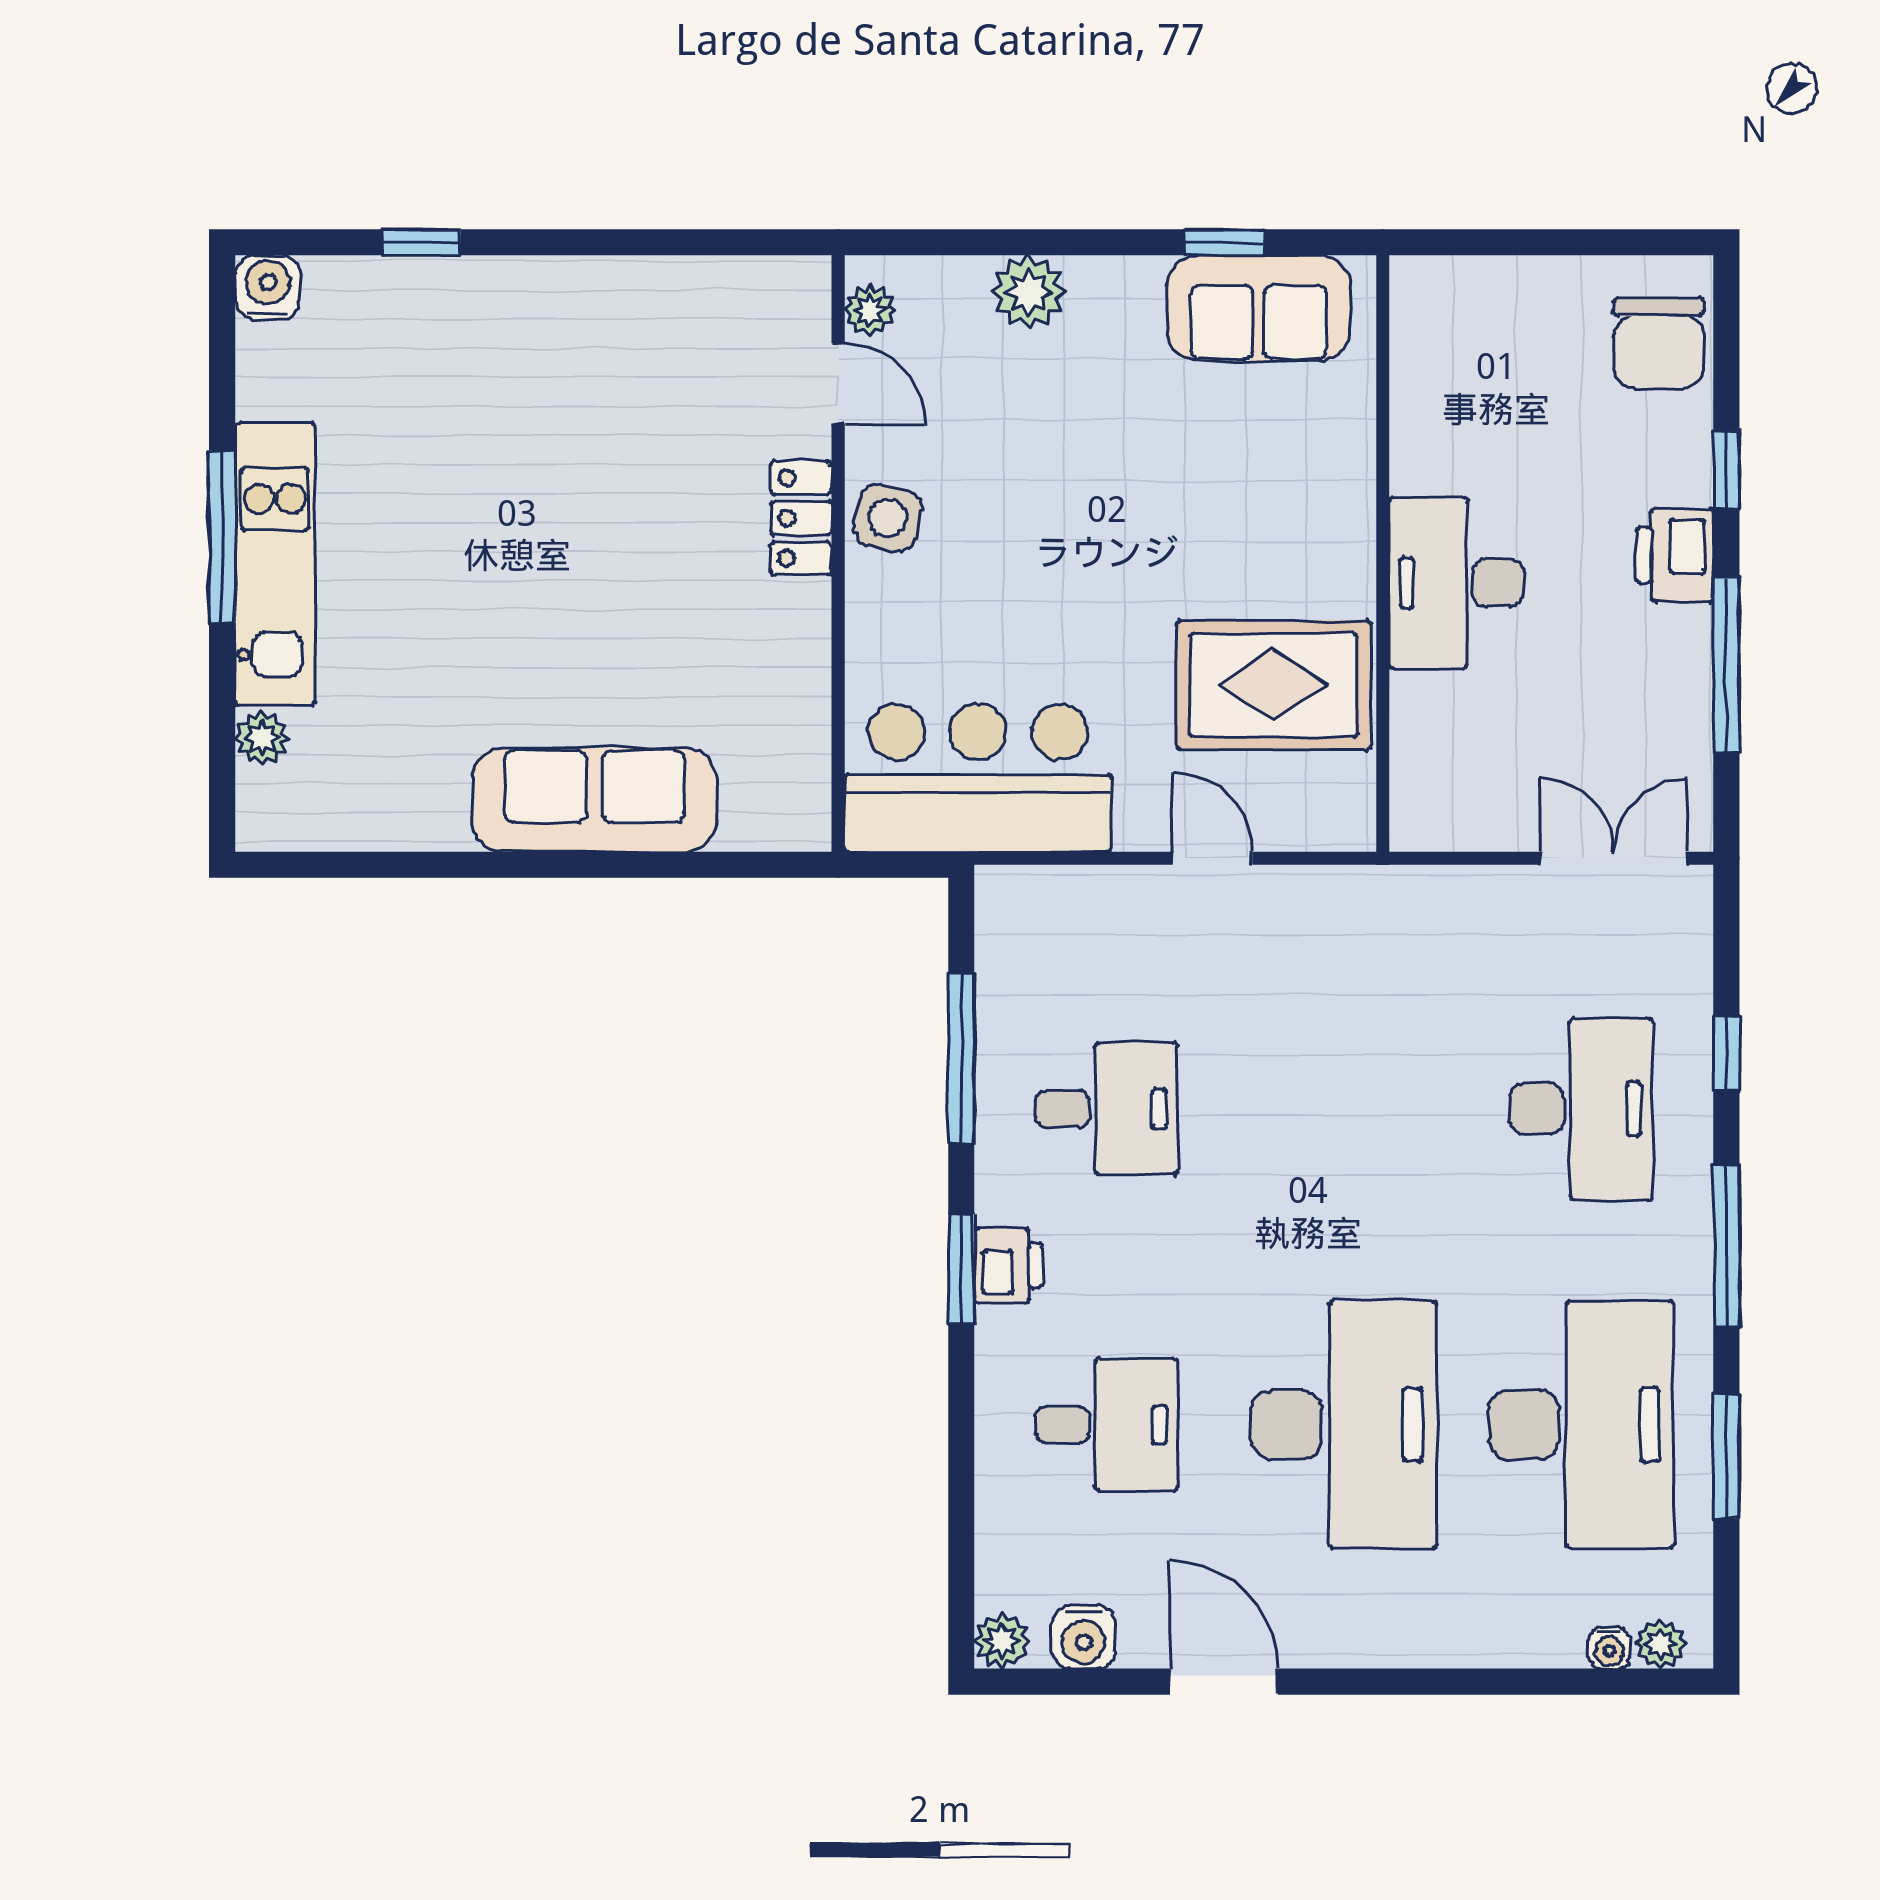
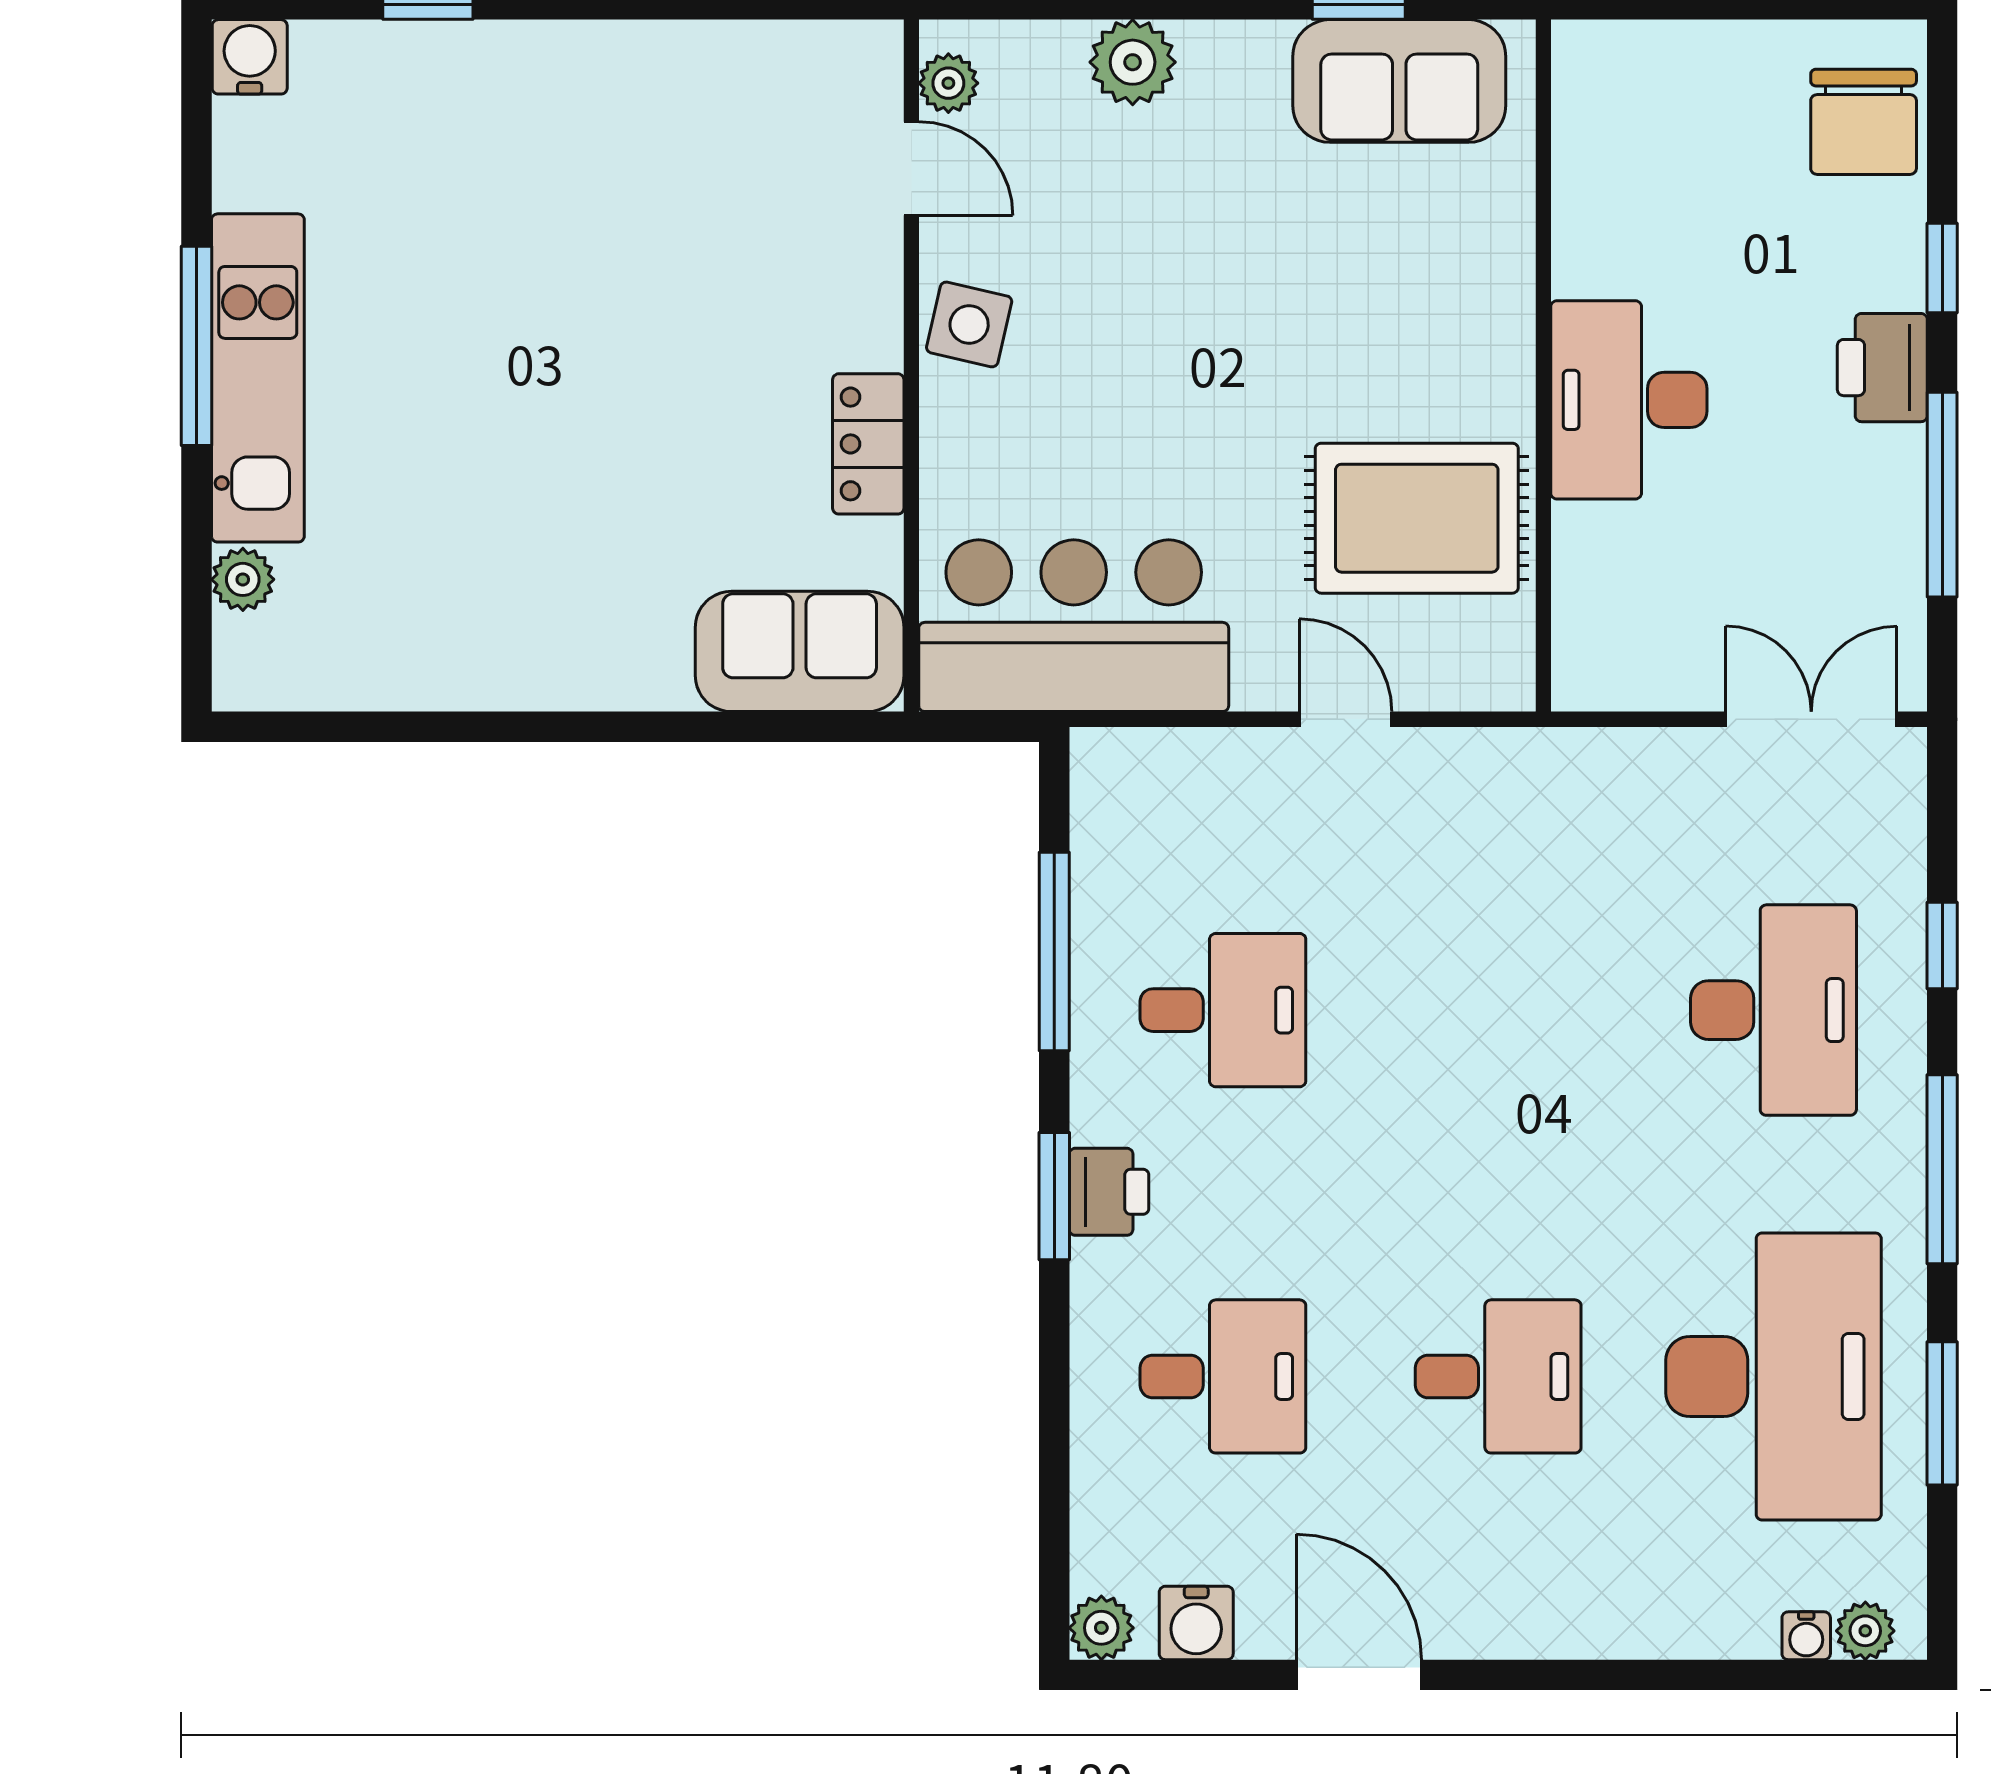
locker: (801, 518) -> (868, 444), moved
sofa: (595, 800) -> (800, 651), moved, width x0.73
desk: (1344, 1425) -> (1498, 1376), width x0.53, depth x0.77

